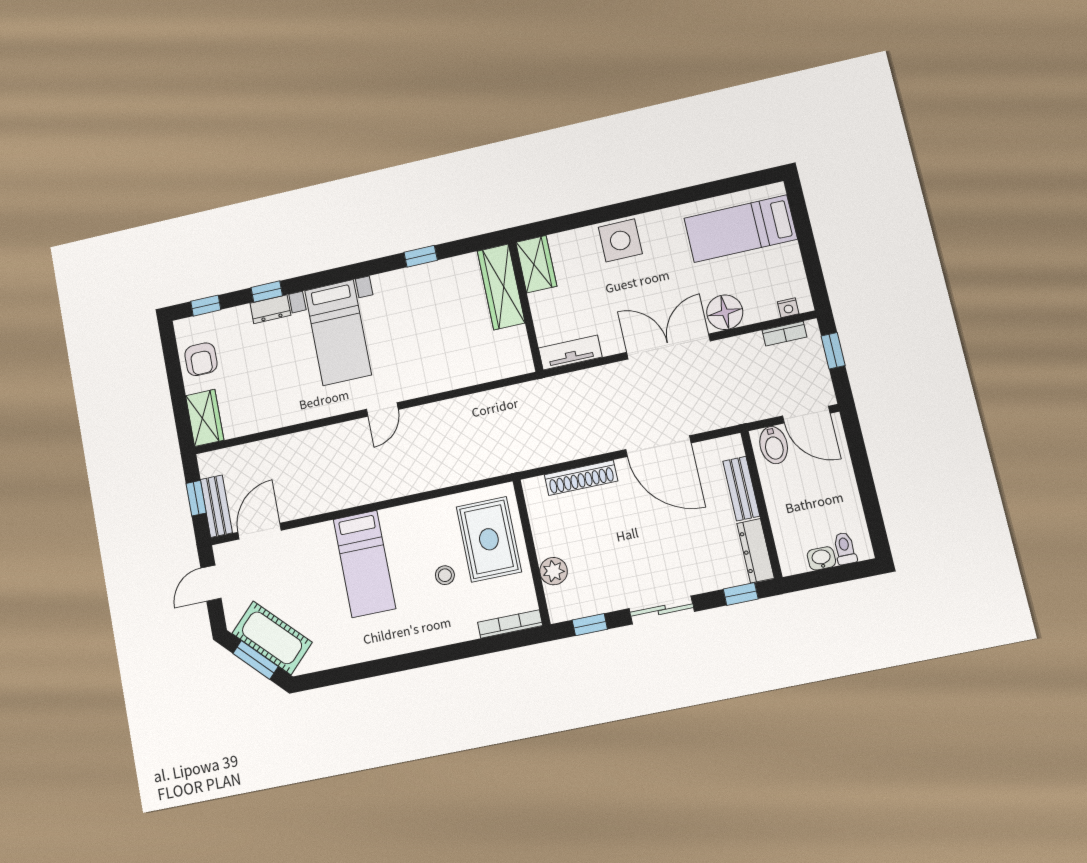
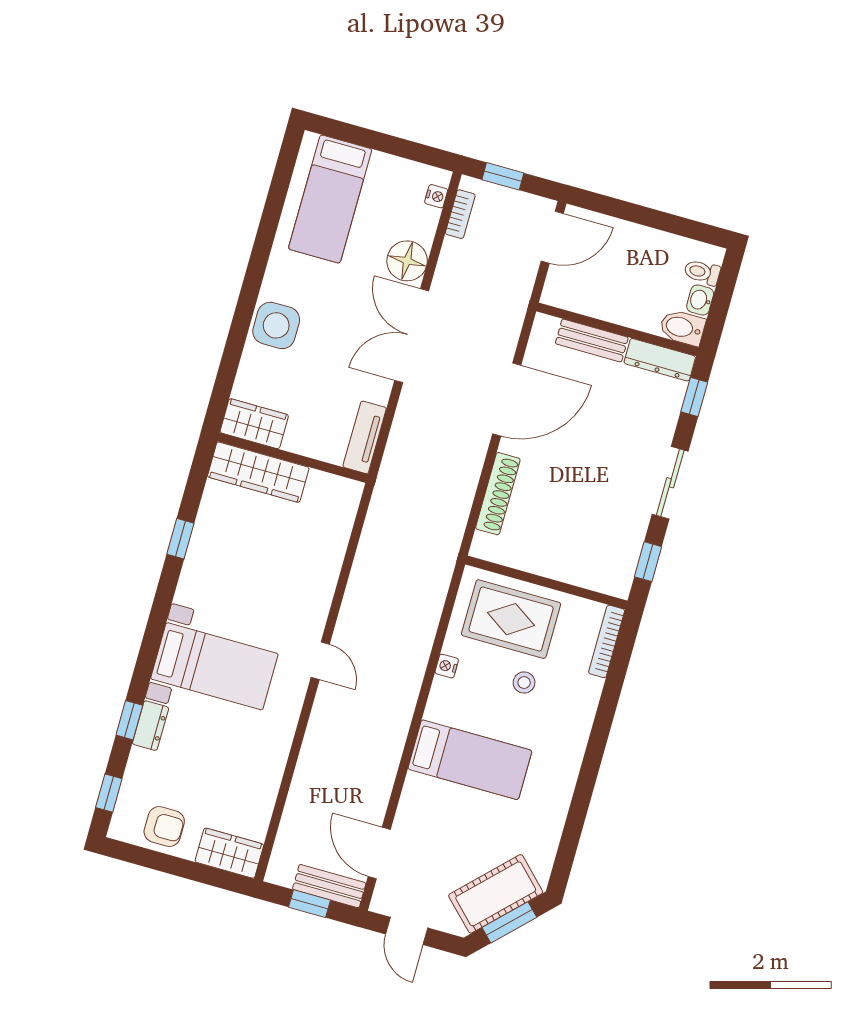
bidet: (774, 445) -> (682, 328), moved, turned 180
nightstand: (427, 508) -> (447, 666), added
plant: (554, 571) -> (577, 570), removed

